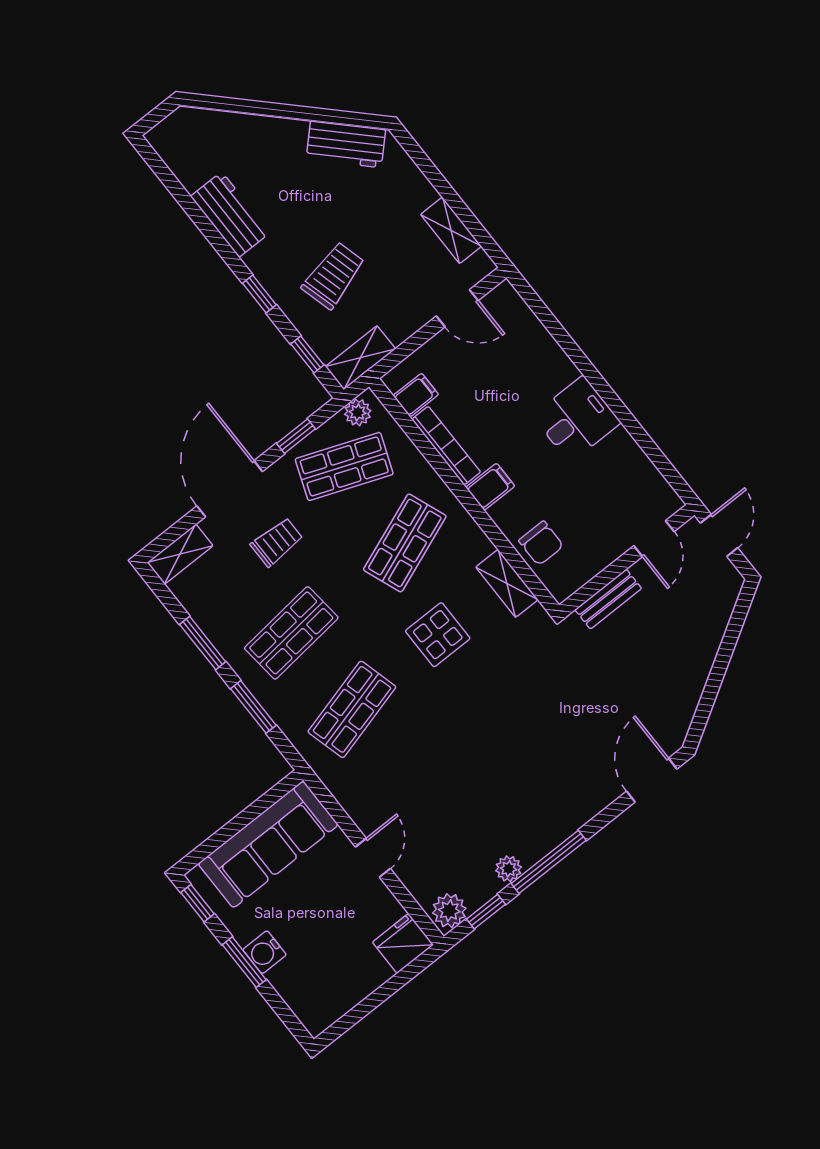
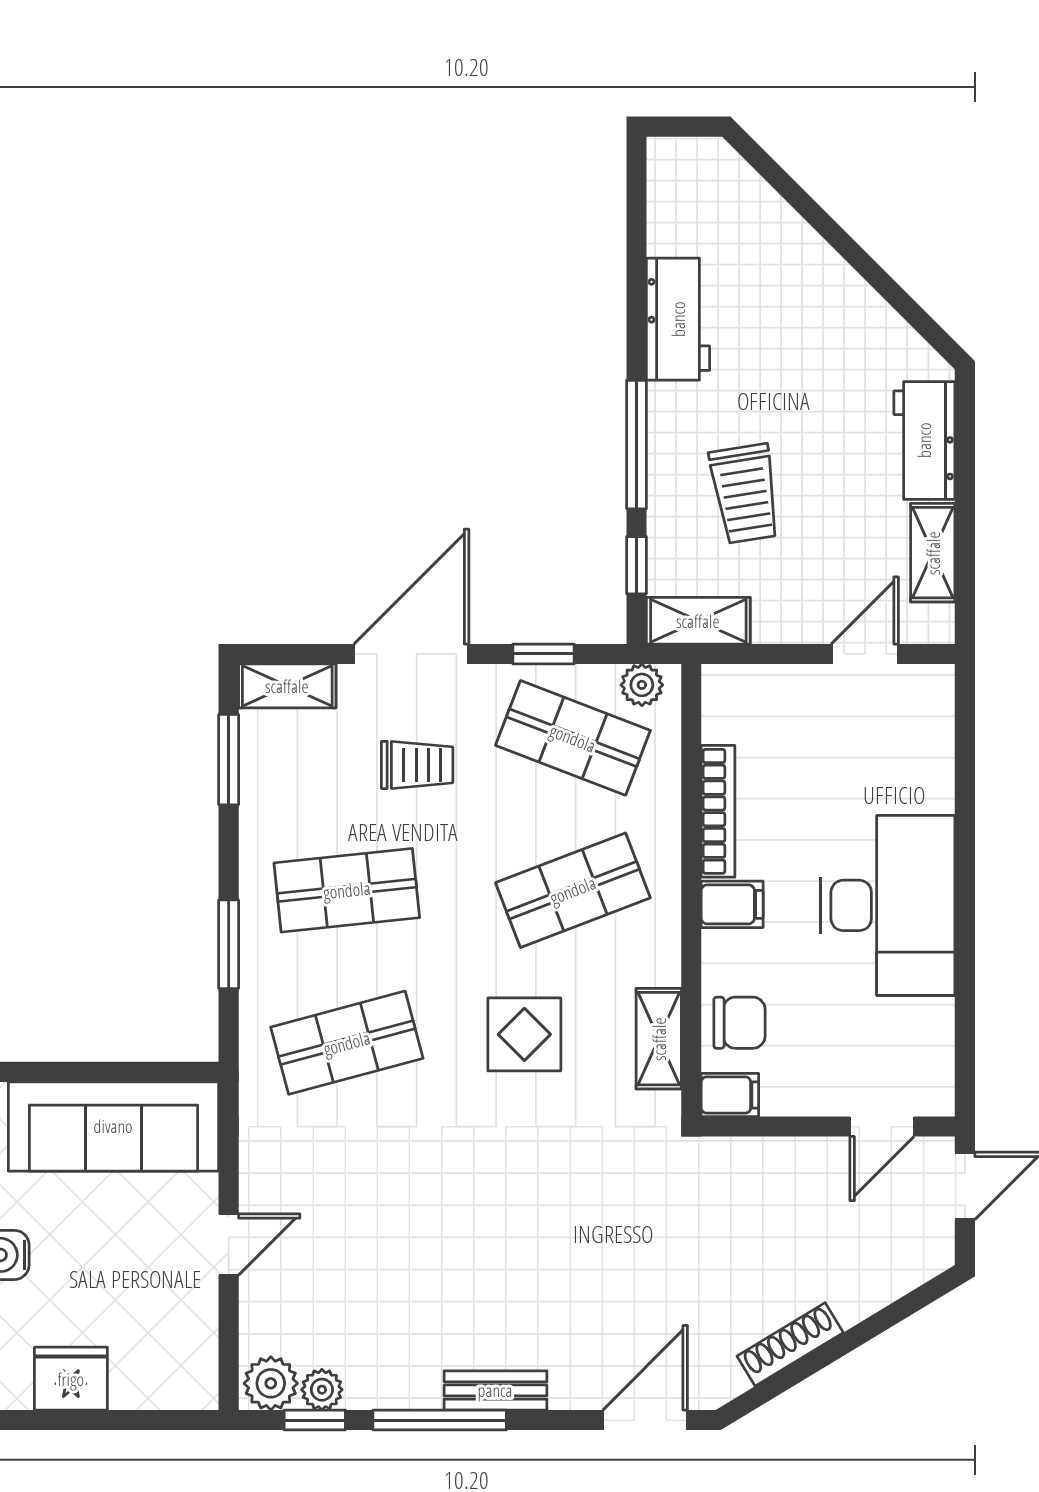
workbench: (346, 144) -> (924, 440), moved, turned 45
trolley: (333, 275) -> (745, 494), turned 96
window: (259, 294) -> (637, 445), width x2.17
door: (457, 308) -> (865, 654), swing flipped
filing cabinet: (416, 395) -> (730, 1095), moved
desk: (576, 419) -> (888, 905), width x1.87, depth x1.30
chair: (541, 543) -> (739, 1023), turned -90
bench: (608, 599) -> (495, 1390), moved
window: (203, 643) -> (229, 760), moved
shoe rack: (694, 684) -> (790, 1344), added
plant: (509, 869) -> (322, 1390), moved
fridge: (403, 944) -> (71, 1379), moved

